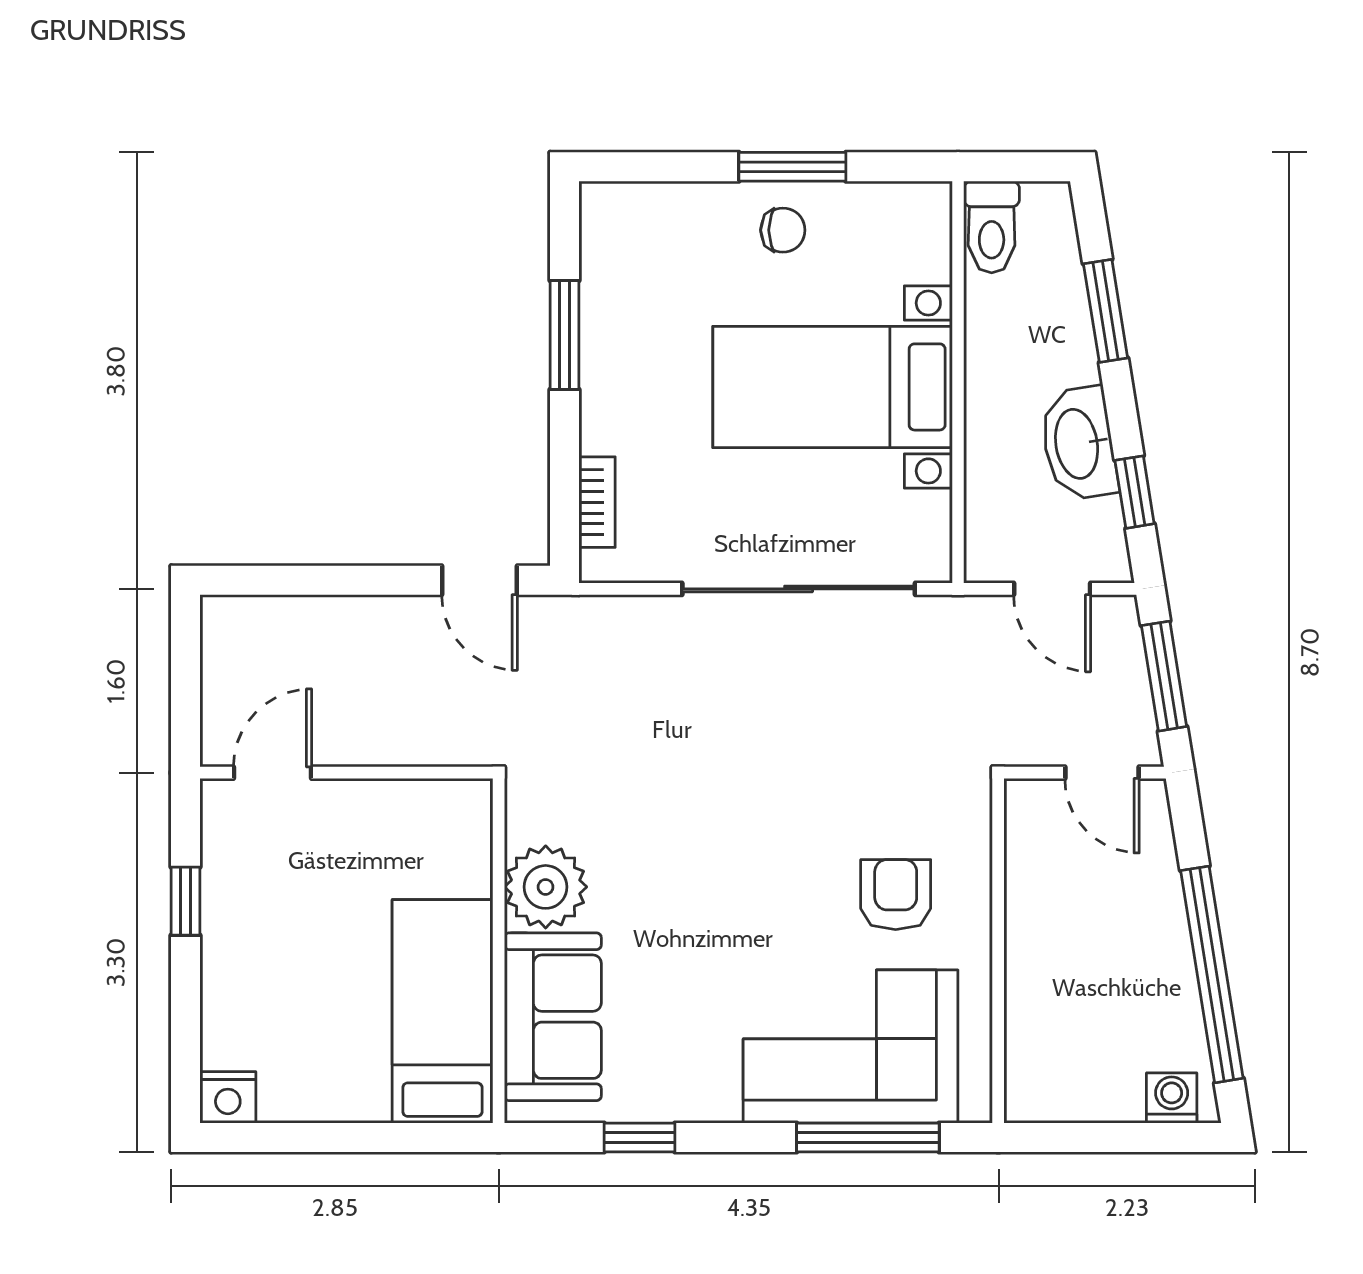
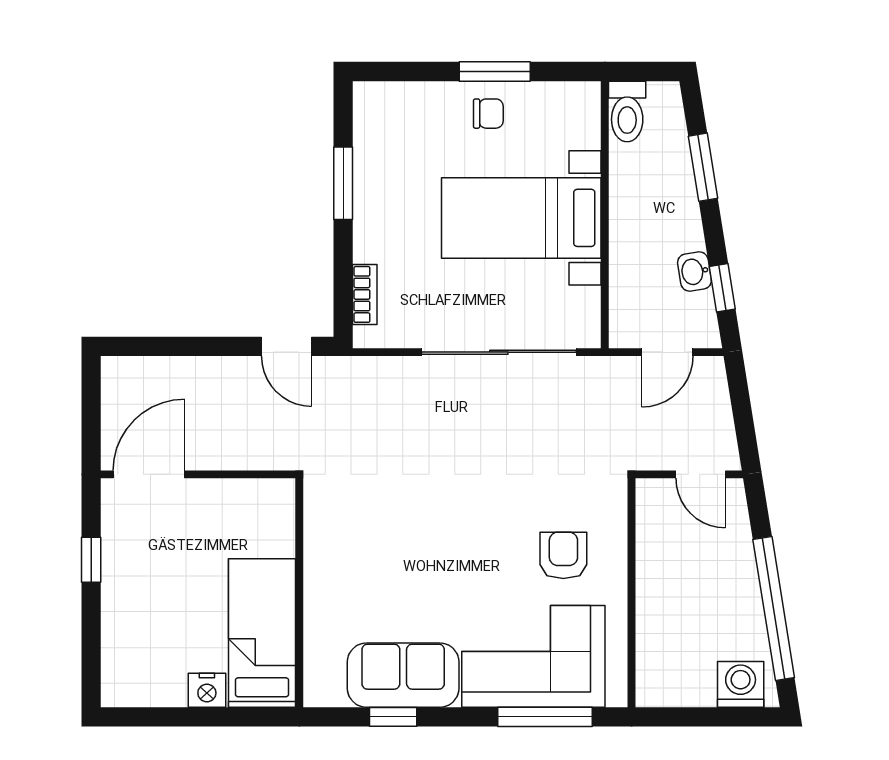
washbasin: (1079, 444) -> (694, 271), width x0.52, depth x0.69
door: (1052, 589) -> (667, 352), hinge flipped
window: (1164, 676) -> (742, 410), removed
door: (272, 773) -> (149, 474), width x1.38
plant: (546, 887) -> (331, 550), removed
sofa: (553, 1017) -> (403, 675), moved, turned -90
nightstand: (228, 1097) -> (207, 690), moved
washing machine: (1172, 1098) -> (741, 684), width x1.38, depth x1.38

